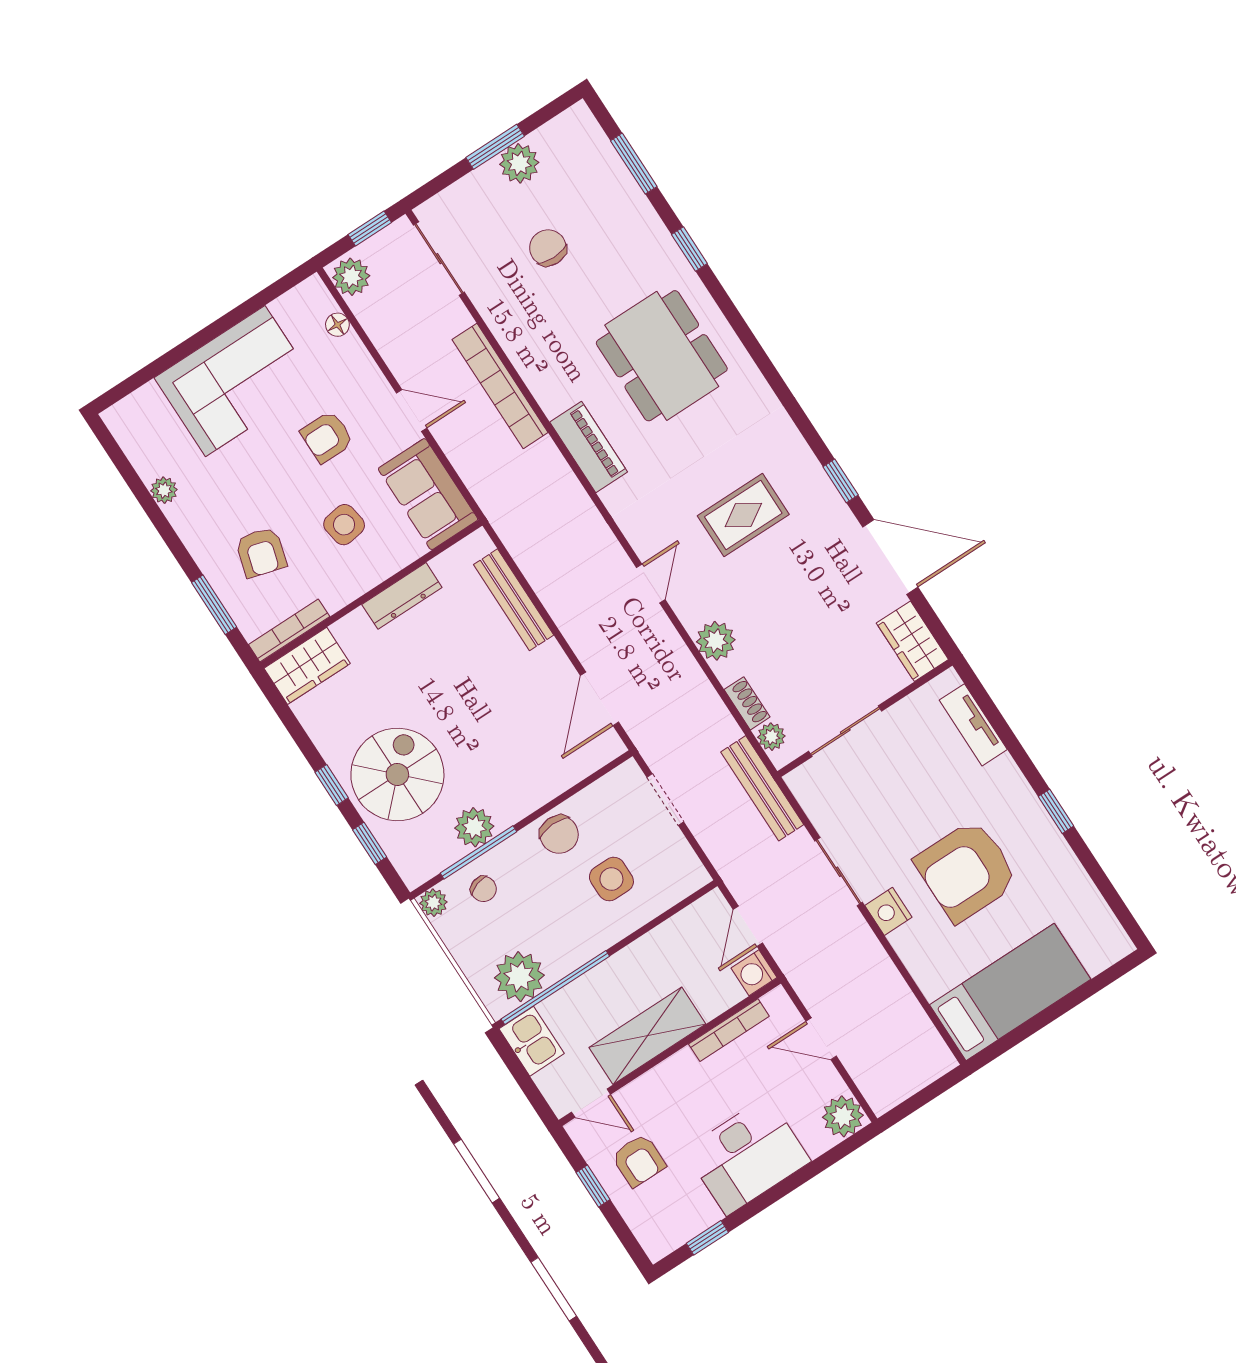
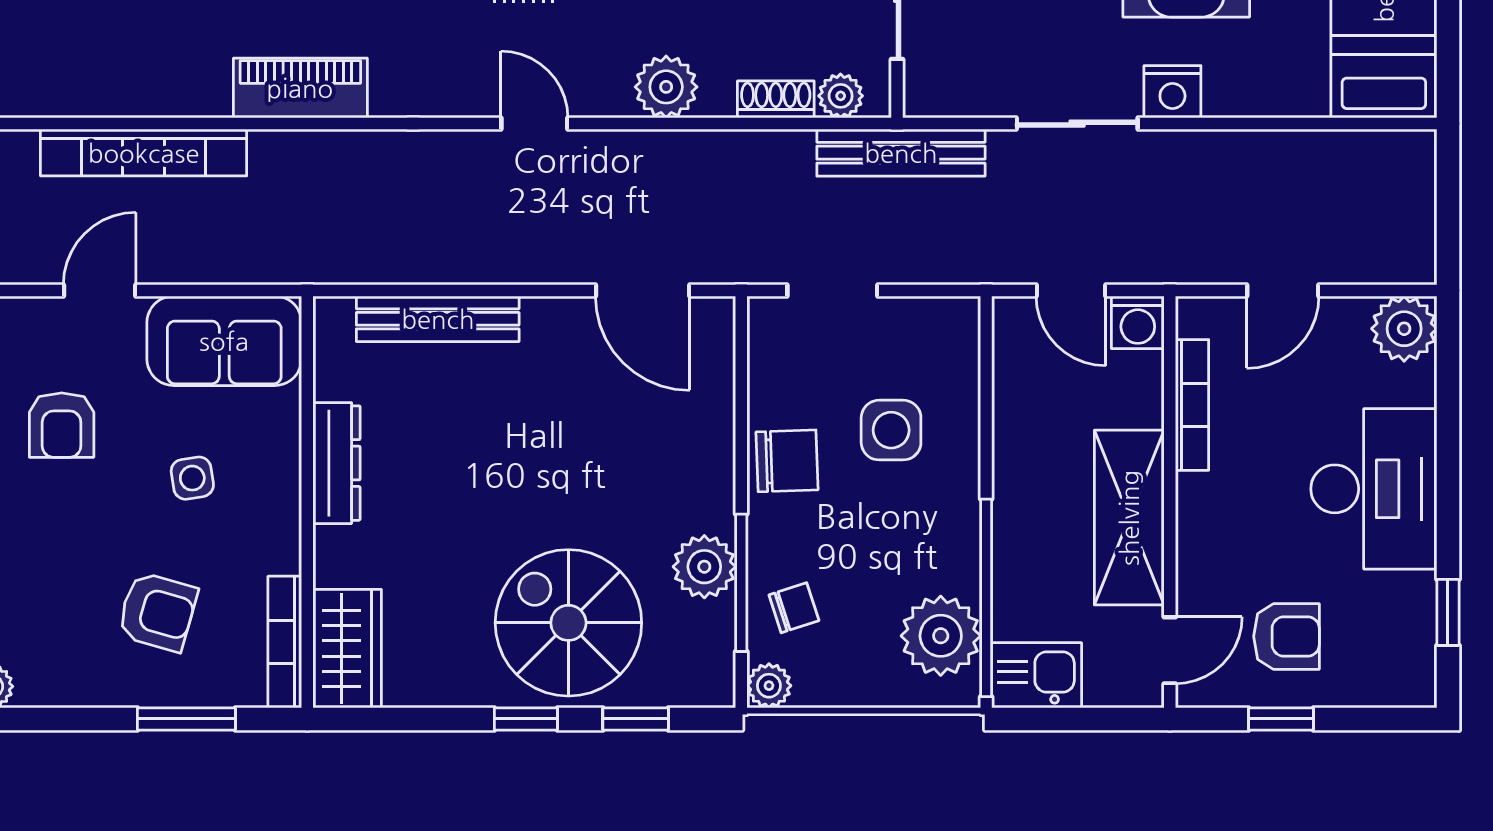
side table: (344, 525) -> (192, 478), width x0.73, depth x0.73

